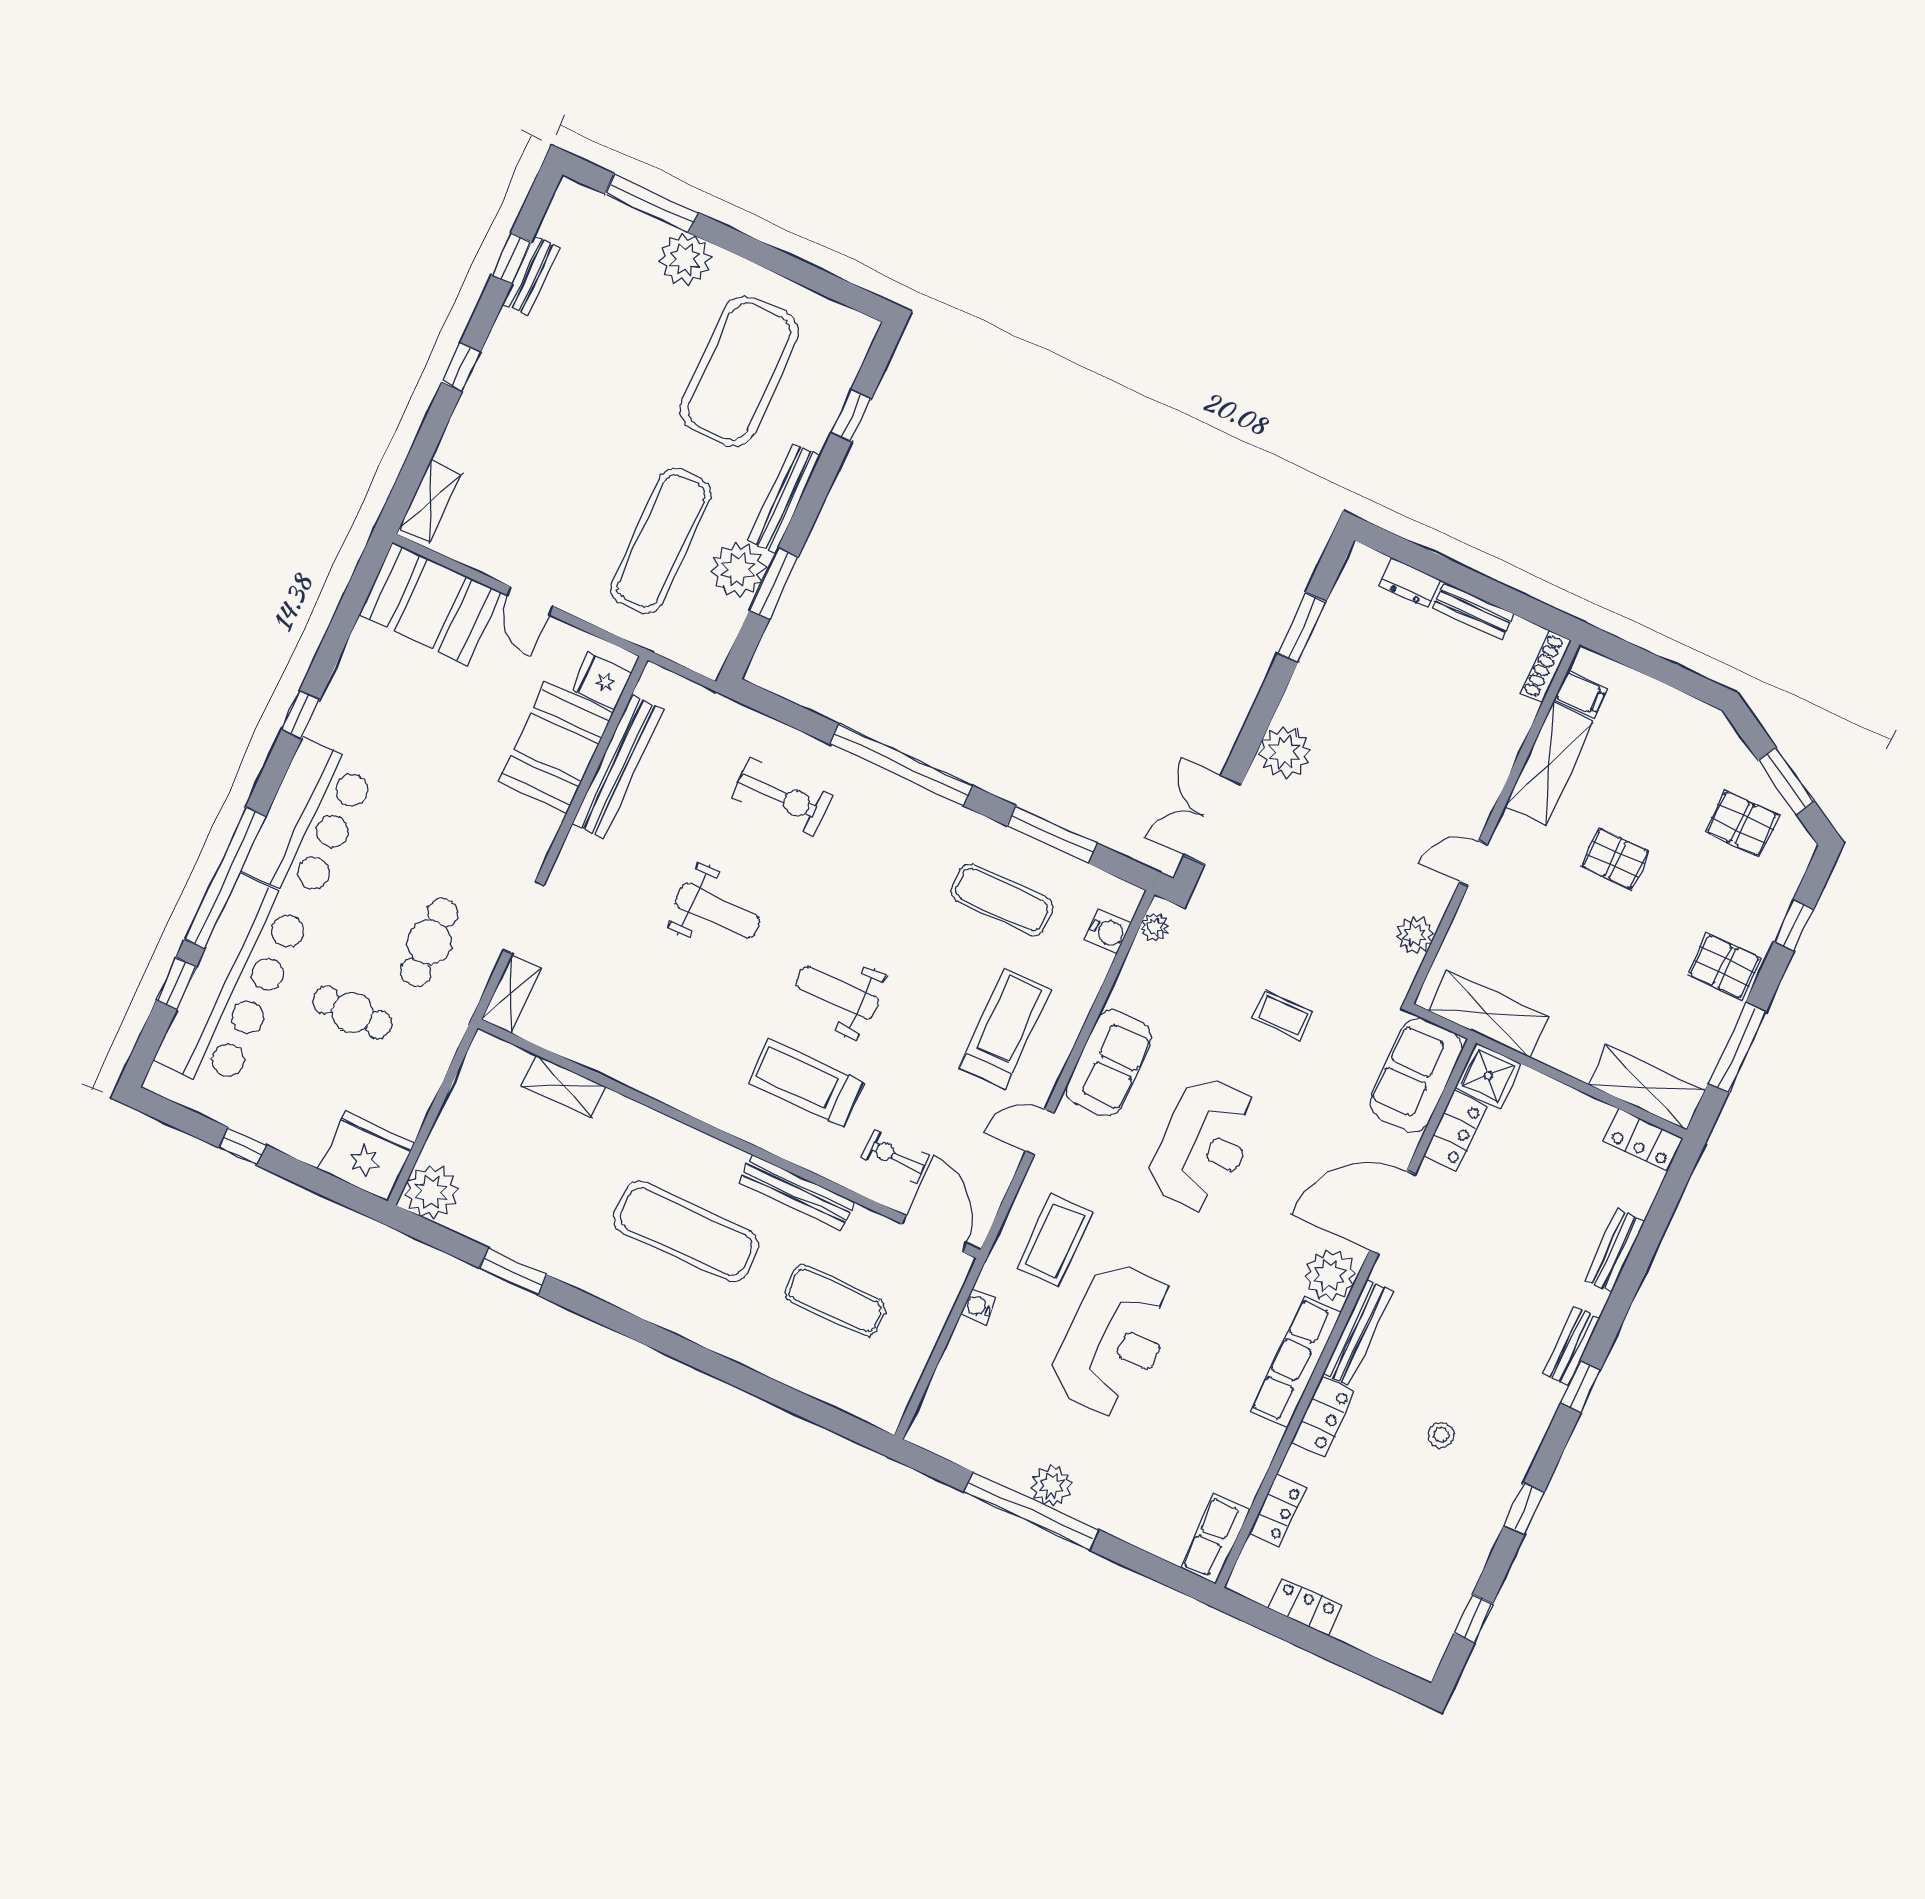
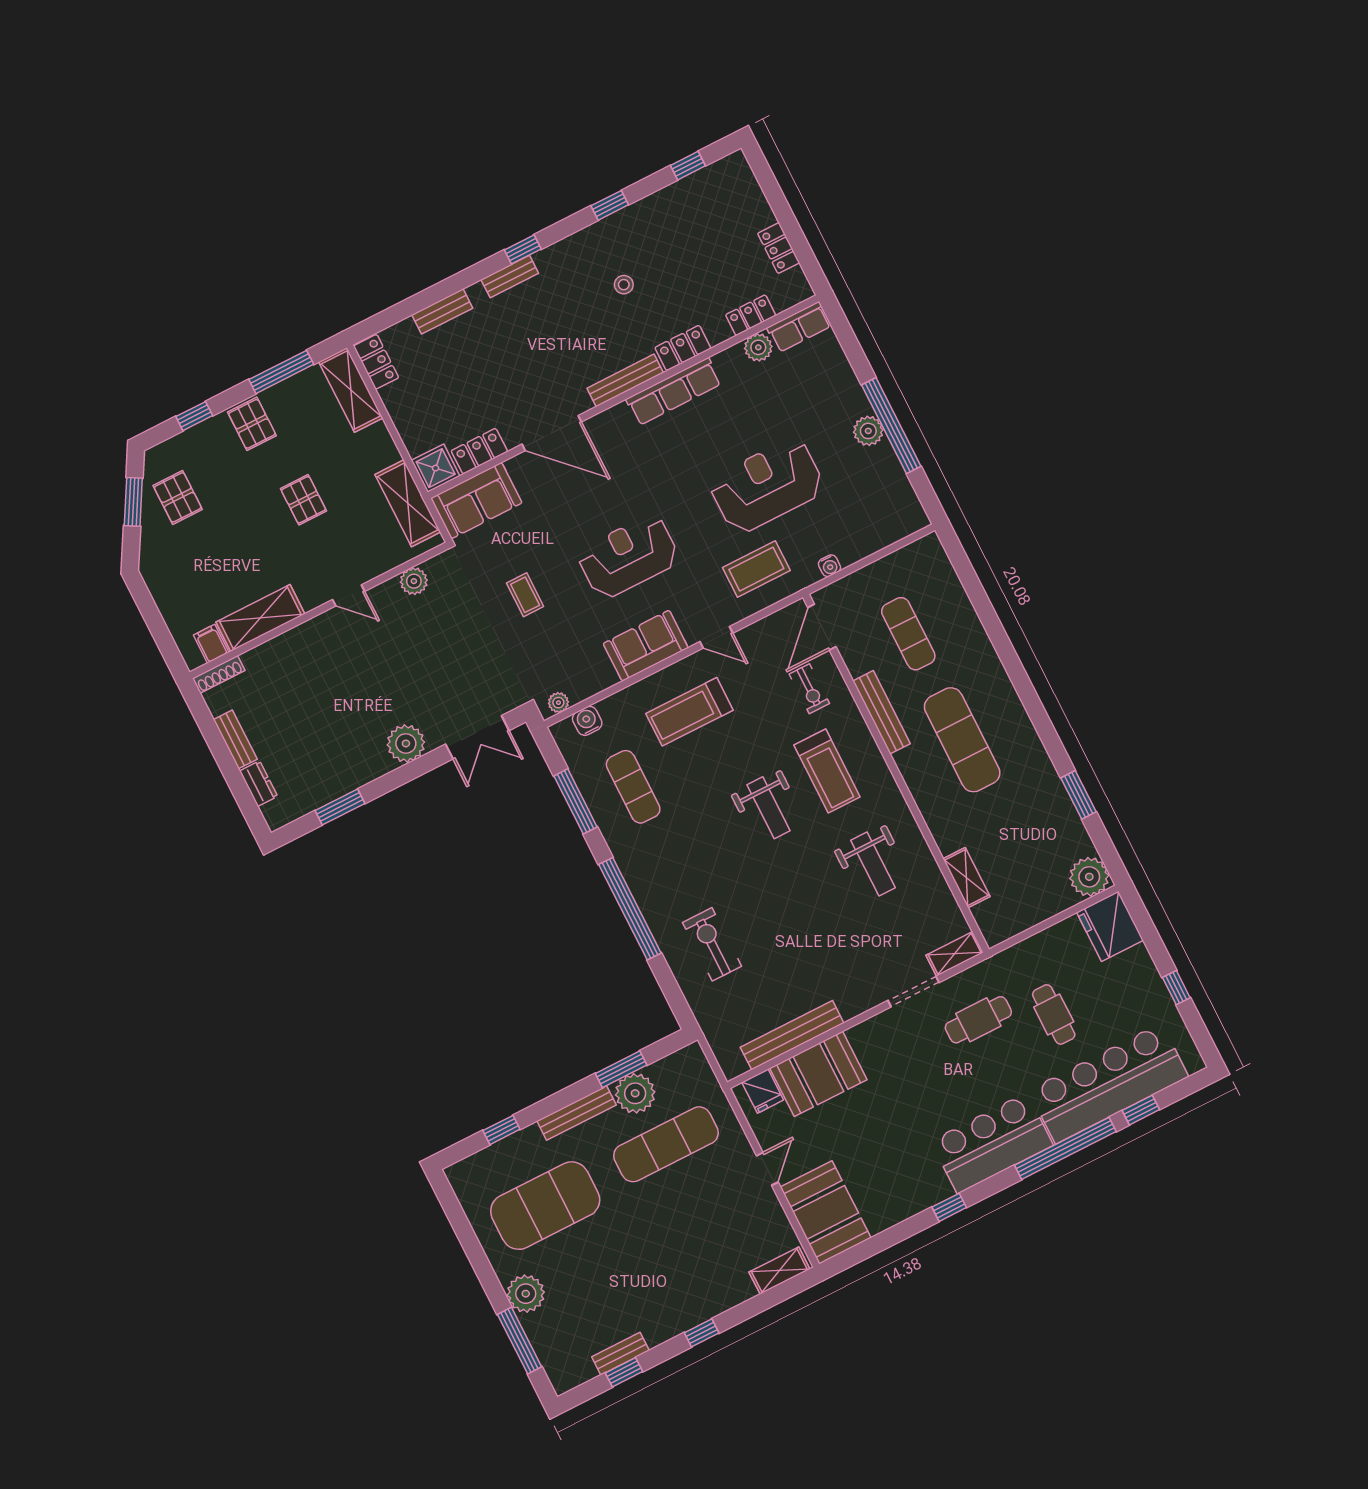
pallet: (1615, 859) -> (303, 500), moved
weight bench: (717, 911) -> (873, 864), moved, turned 180
plant: (1330, 1275) -> (758, 347), moved, width x0.73, depth x0.73

